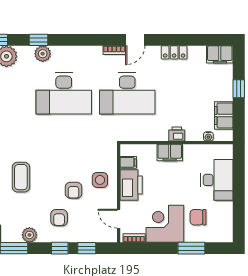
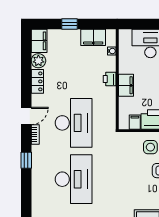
window: (39, 40) -> (26, 160), moved
door: (135, 40) -> (26, 116), hinge flipped
plant: (43, 54) -> (38, 61), moved

